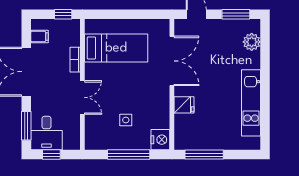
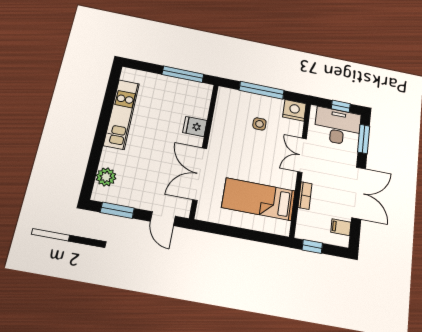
desk: (46, 133) -> (338, 126), width x1.37
nightstand: (160, 140) -> (294, 110), moved, turned 90

